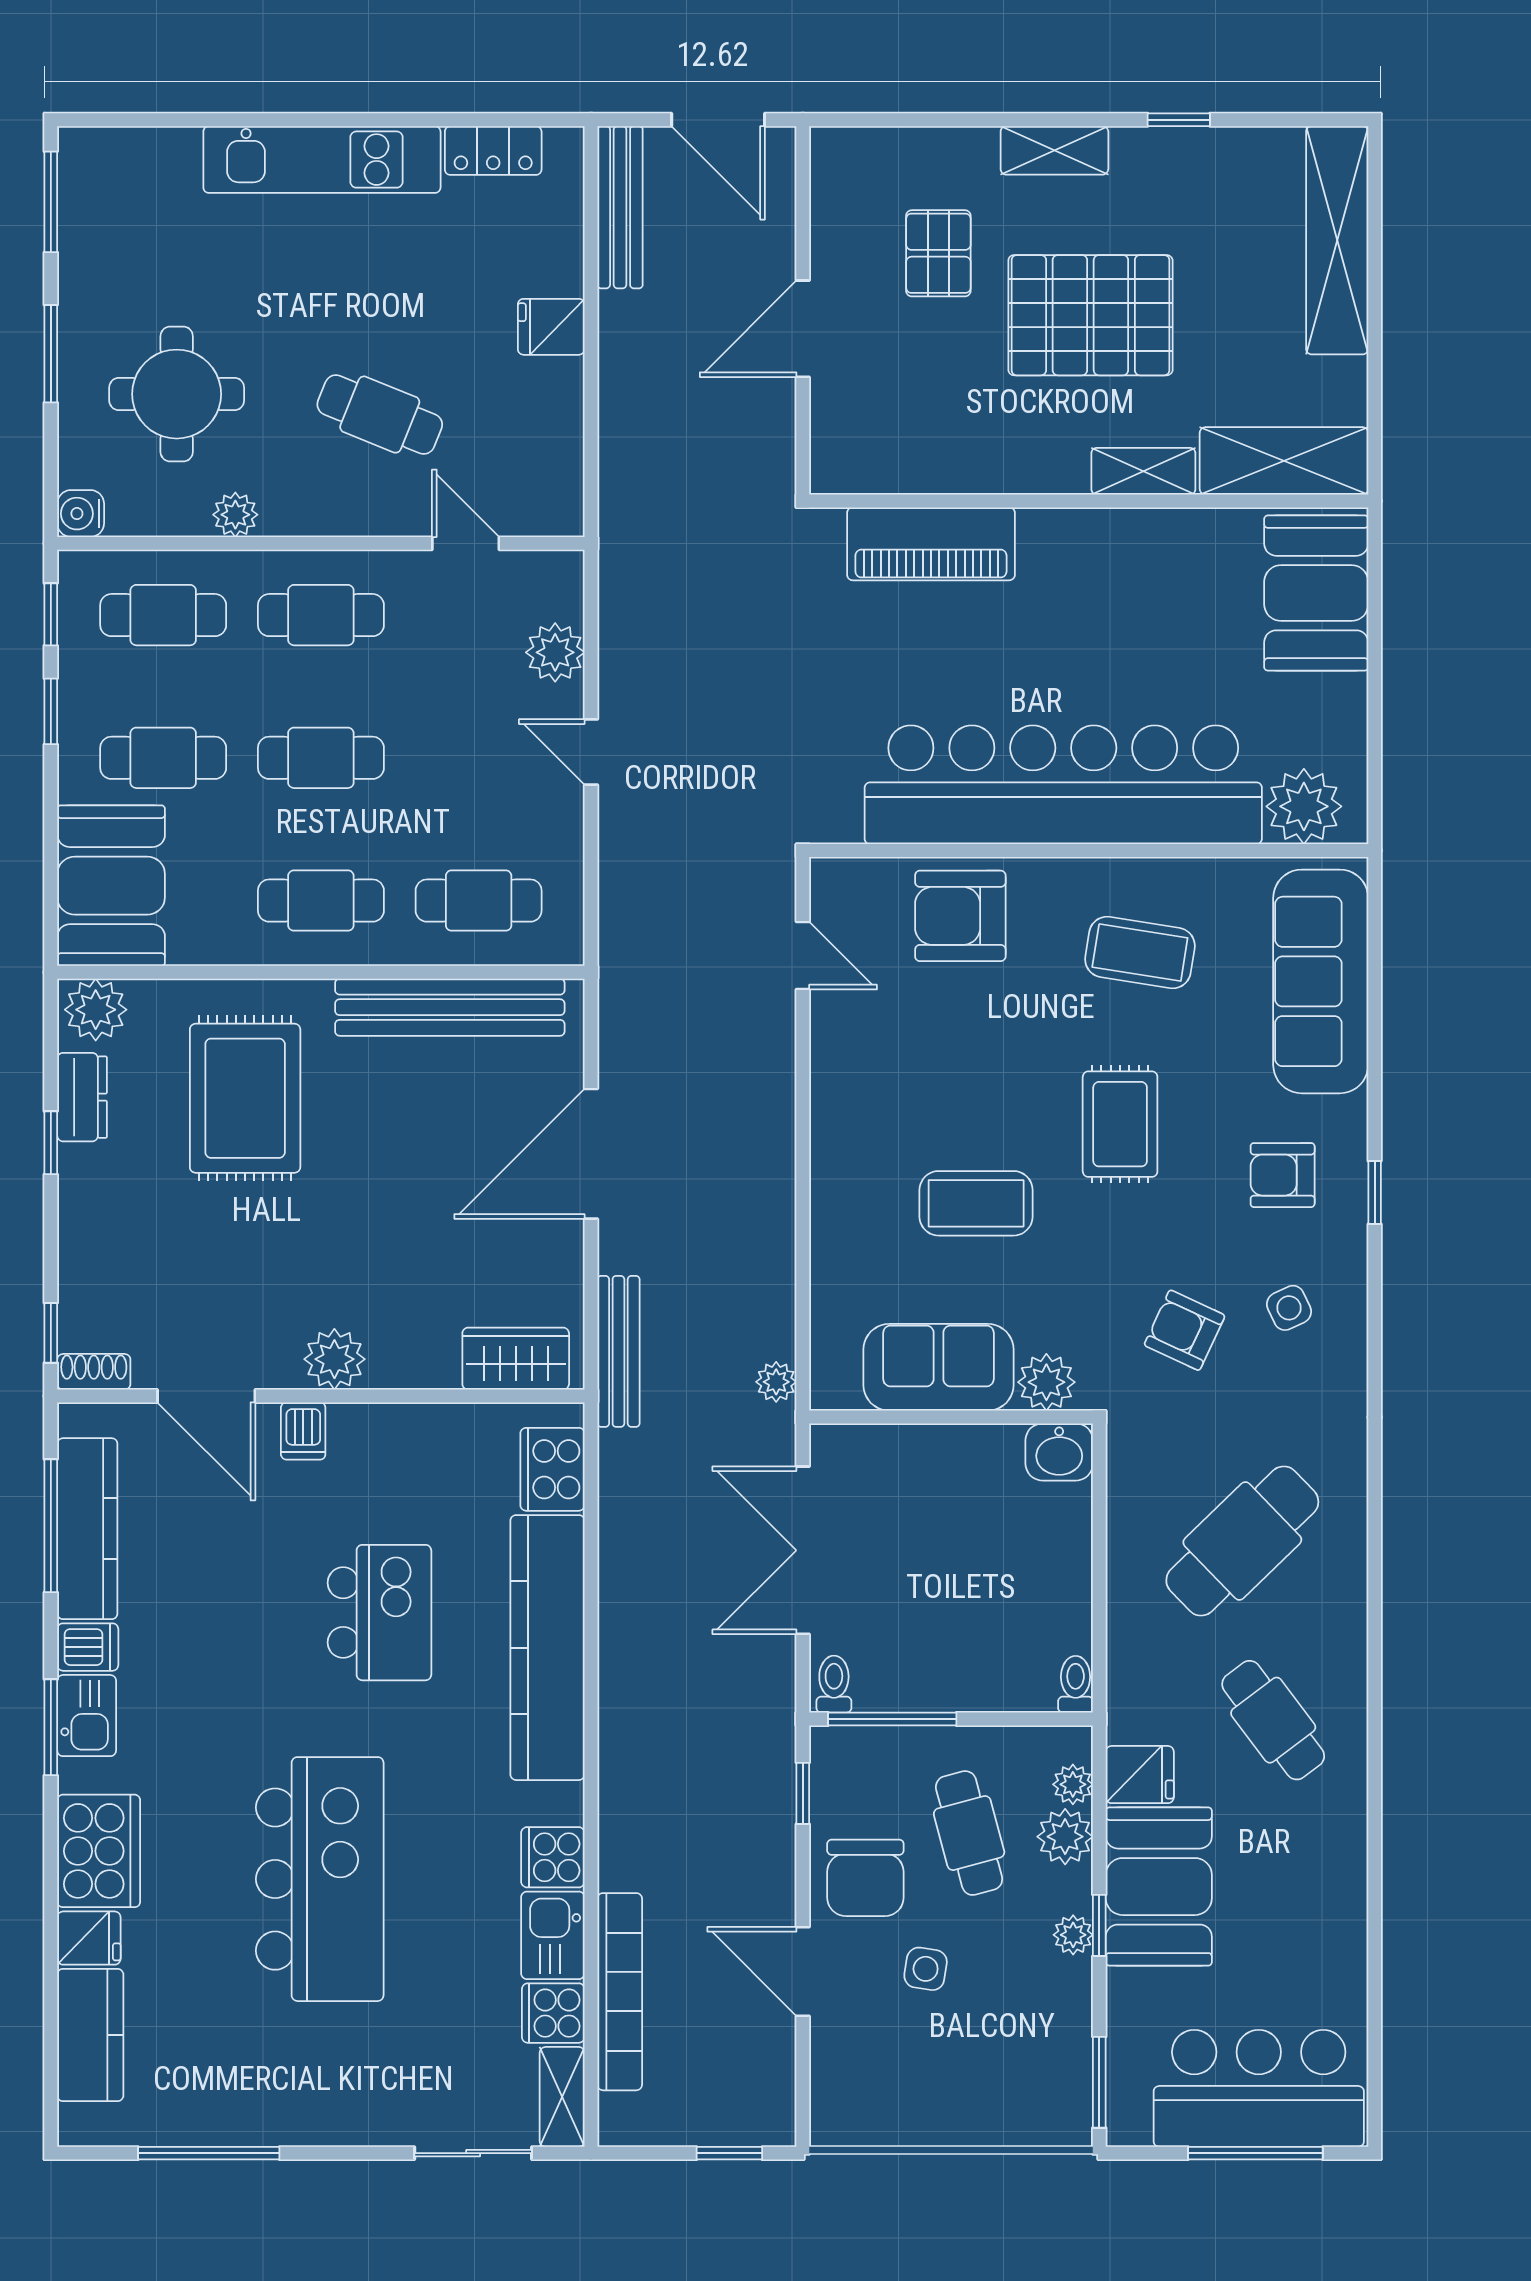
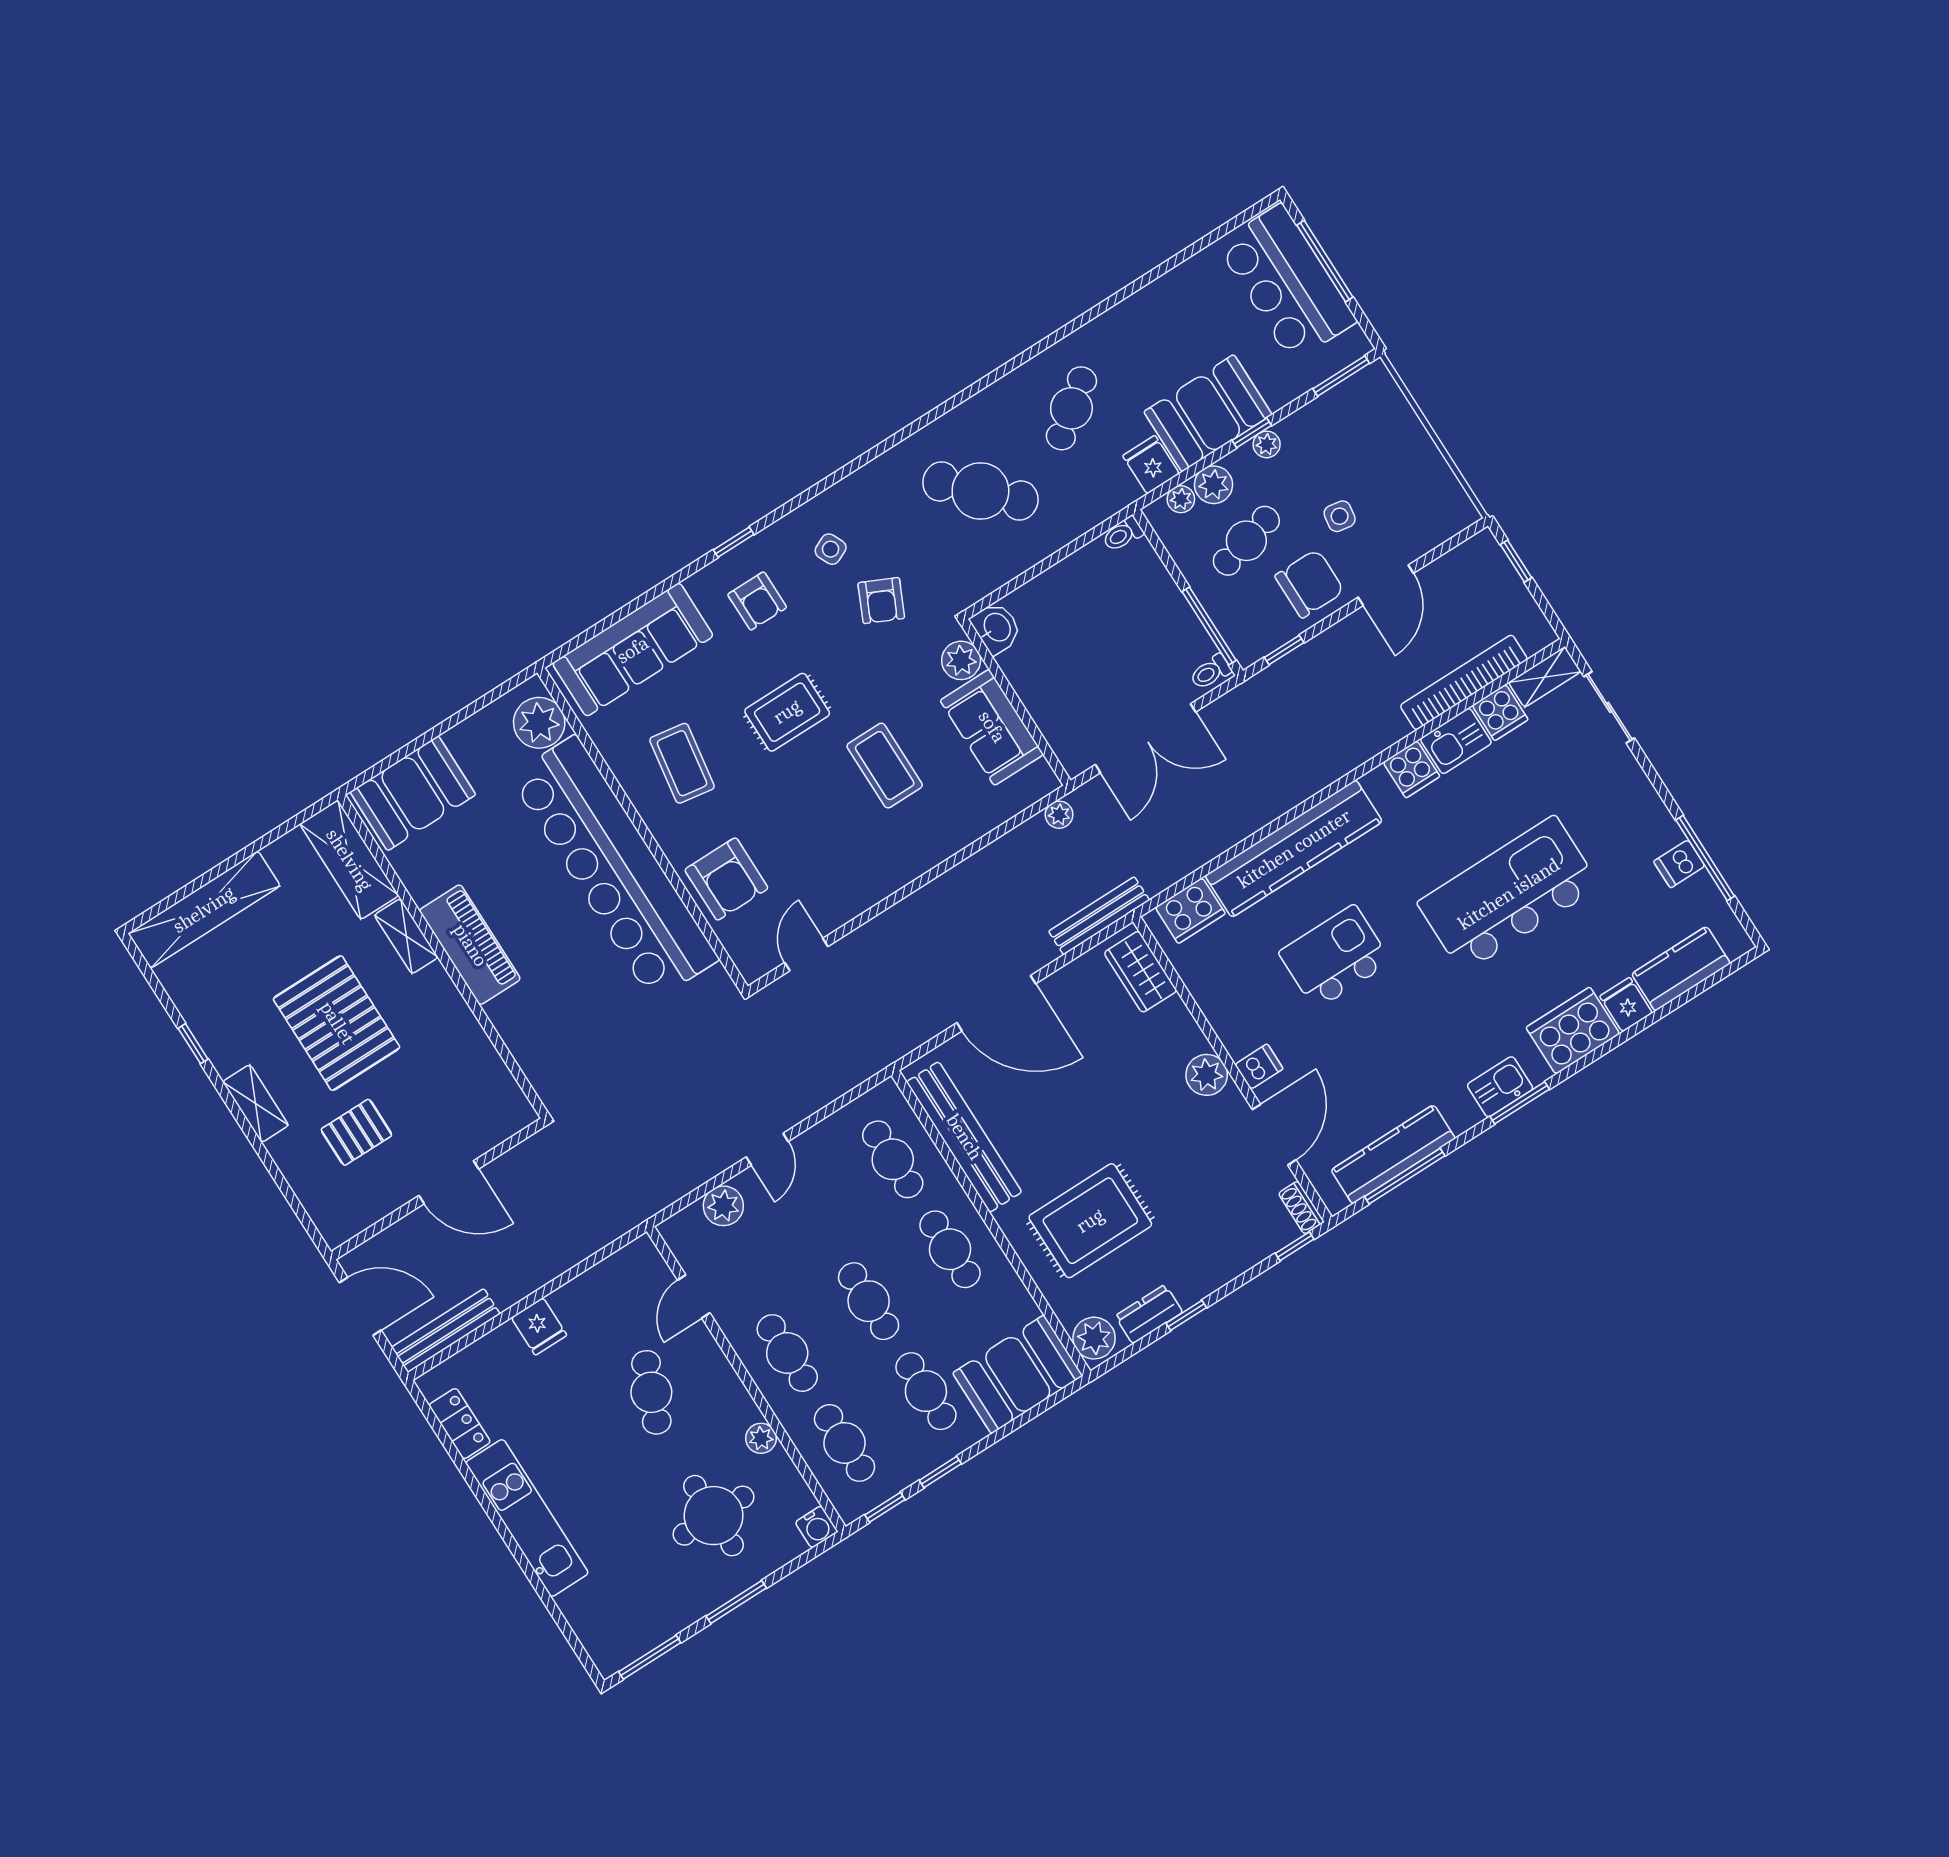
door: (718, 120) -> (360, 1306), hinge flipped
piano: (931, 544) -> (470, 945), moved
dishwasher: (88, 1647) -> (1679, 864), moved, turned -90

